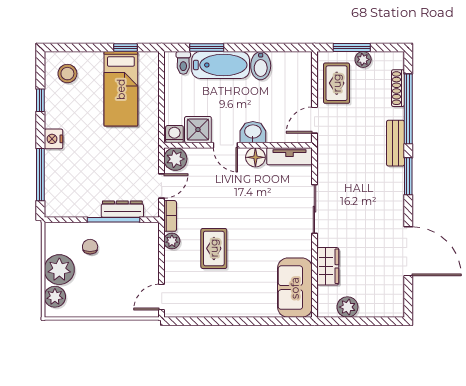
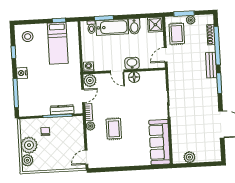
shower: (198, 130) -> (155, 25), moved
tv unit: (289, 156) -> (153, 76), removed
wardrobe: (328, 266) -> (177, 135), removed
sofa: (295, 288) -> (160, 142), width x1.36

